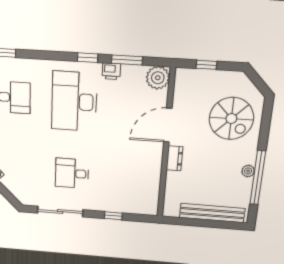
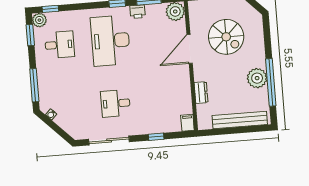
spiral stairs: (231, 119) -> (226, 37), moved
dresser: (174, 158) -> (201, 93), moved
plant: (248, 171) -> (257, 78), width x1.88, depth x1.88
filing cabinet: (151, 207) -> (187, 123), added

